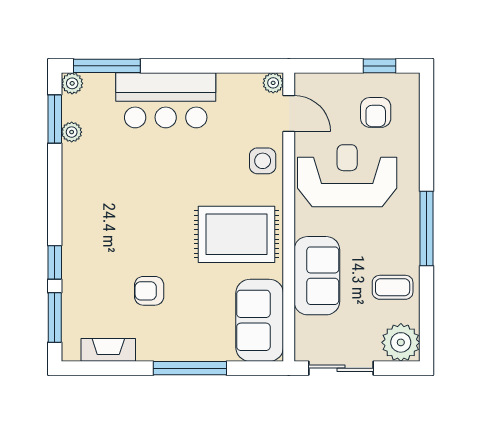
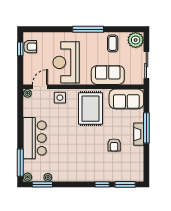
armchair: (376, 112) -> (30, 47), moved
fireplace: (108, 350) -> (139, 134), moved

